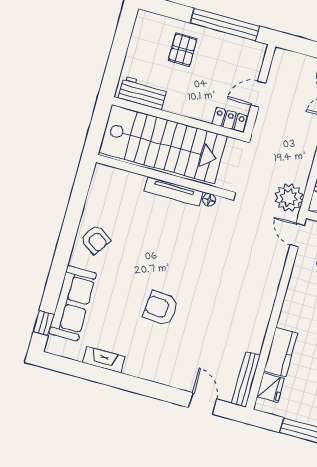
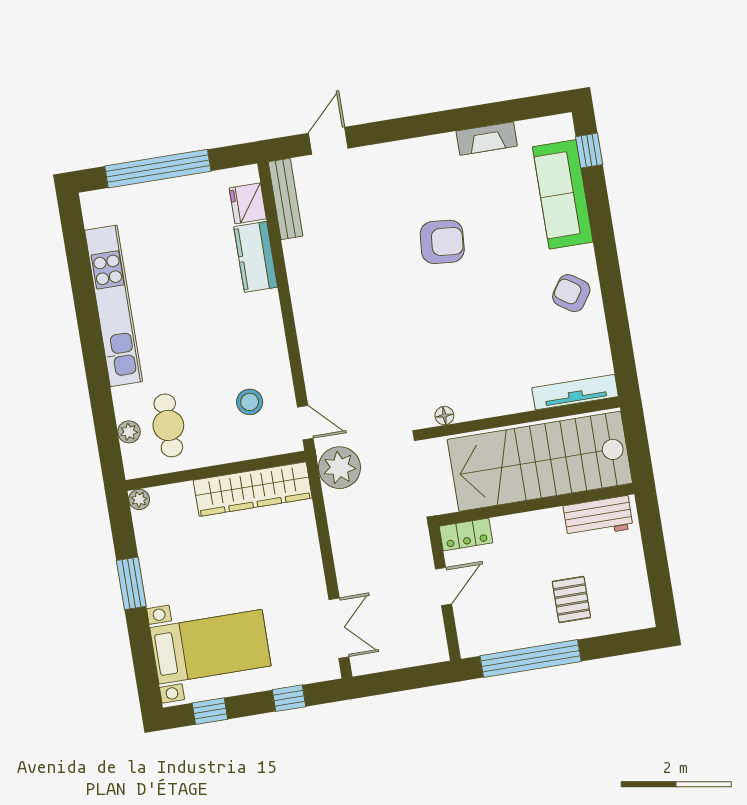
tv unit: (173, 191) -> (575, 392), moved
door: (203, 403) -> (328, 141), swing flipped

